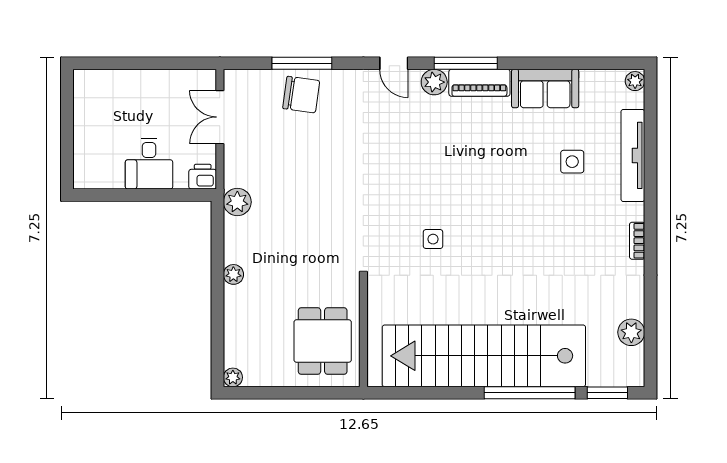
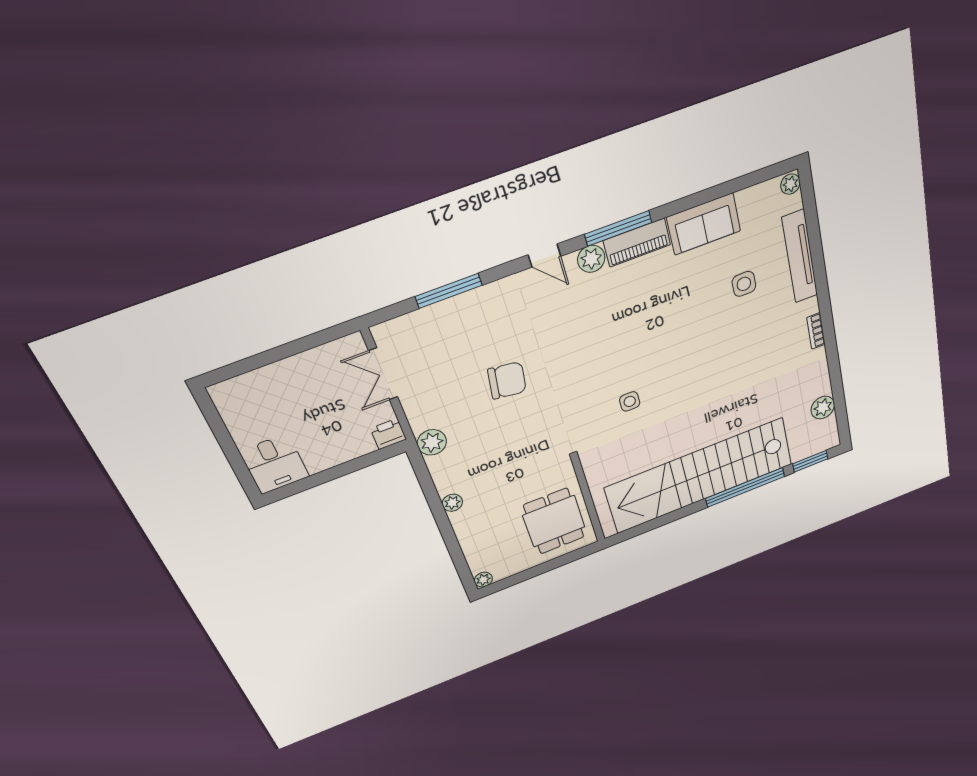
chair: (301, 95) -> (507, 380), moved
desk: (149, 164) -> (275, 464), moved

